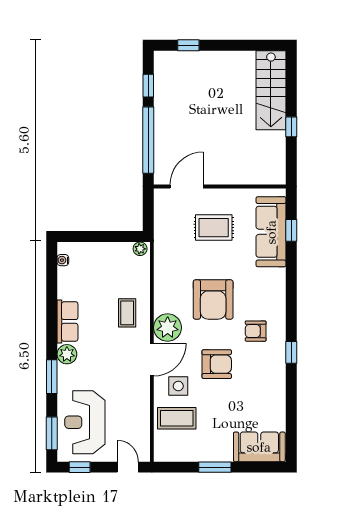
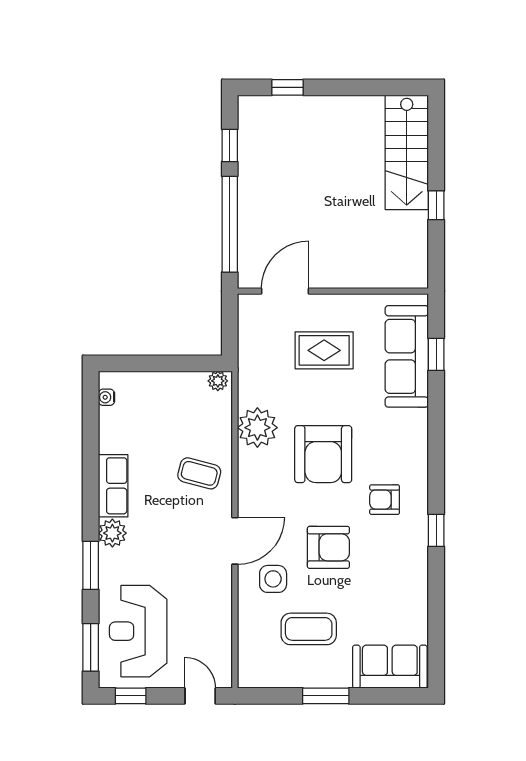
coffee table: (127, 313) -> (199, 473), turned -75
plant: (168, 328) -> (257, 428), moved
coffee table: (177, 418) -> (309, 629), moved

